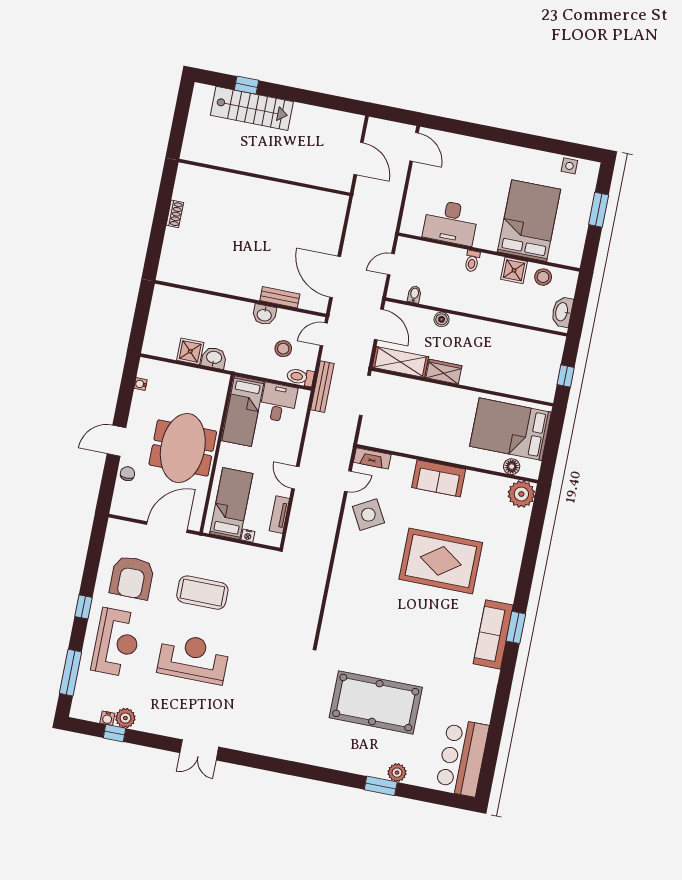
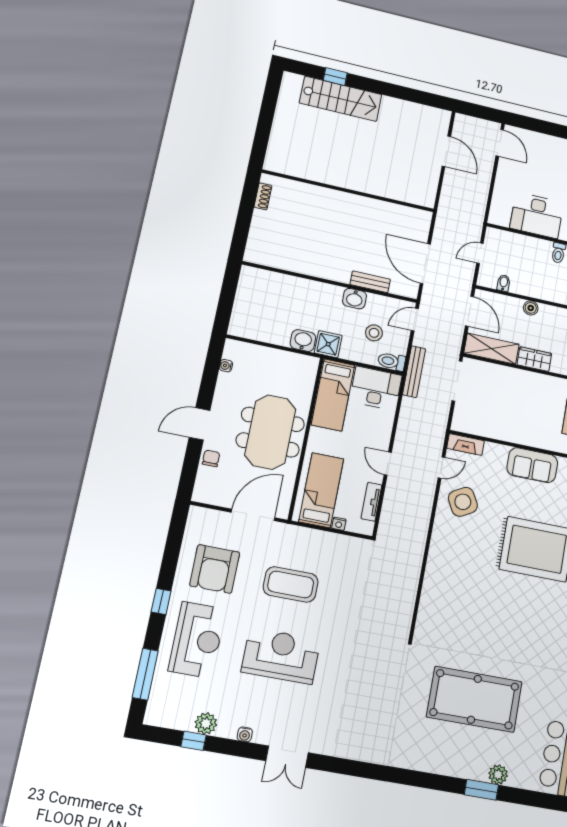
wall: (264, 177) -> (348, 191), moved
shower: (190, 351) -> (328, 344), moved
desk: (278, 403) -> (376, 388), width x1.37
water cooler: (107, 718) -> (245, 734), moved

